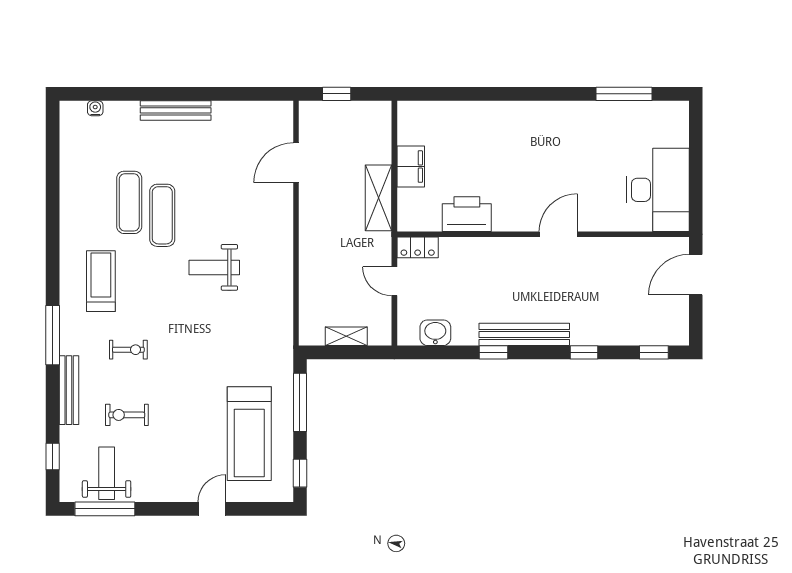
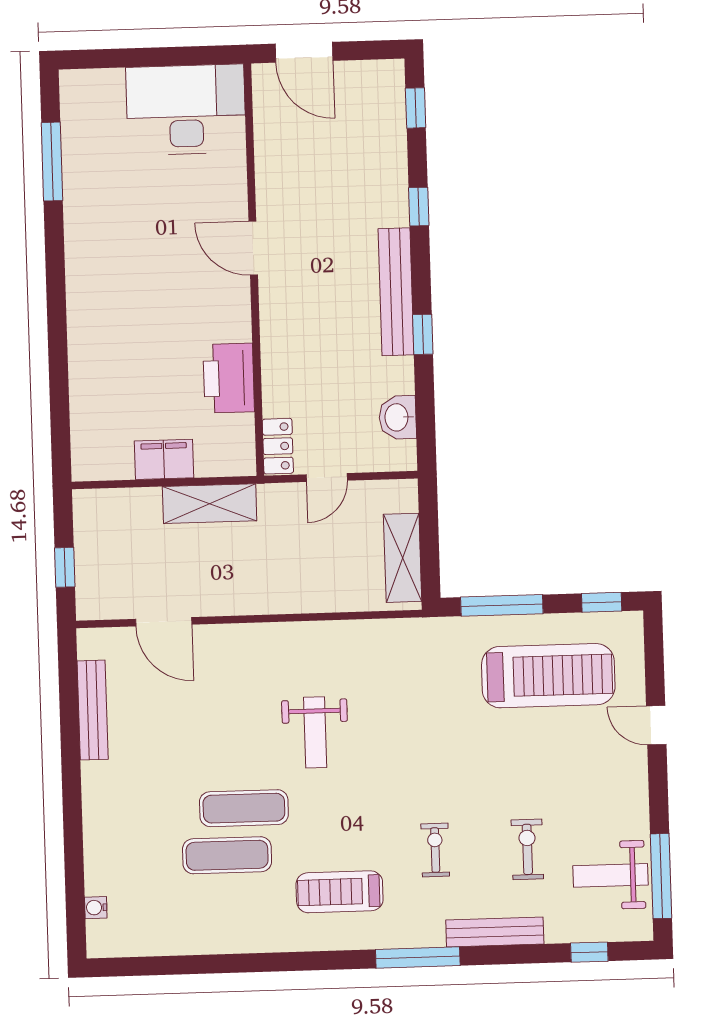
bench: (176, 110) -> (93, 710), moved
shelving: (346, 336) -> (403, 558), width x1.50, depth x1.33
exercise bike: (127, 415) -> (527, 849), turned 180

